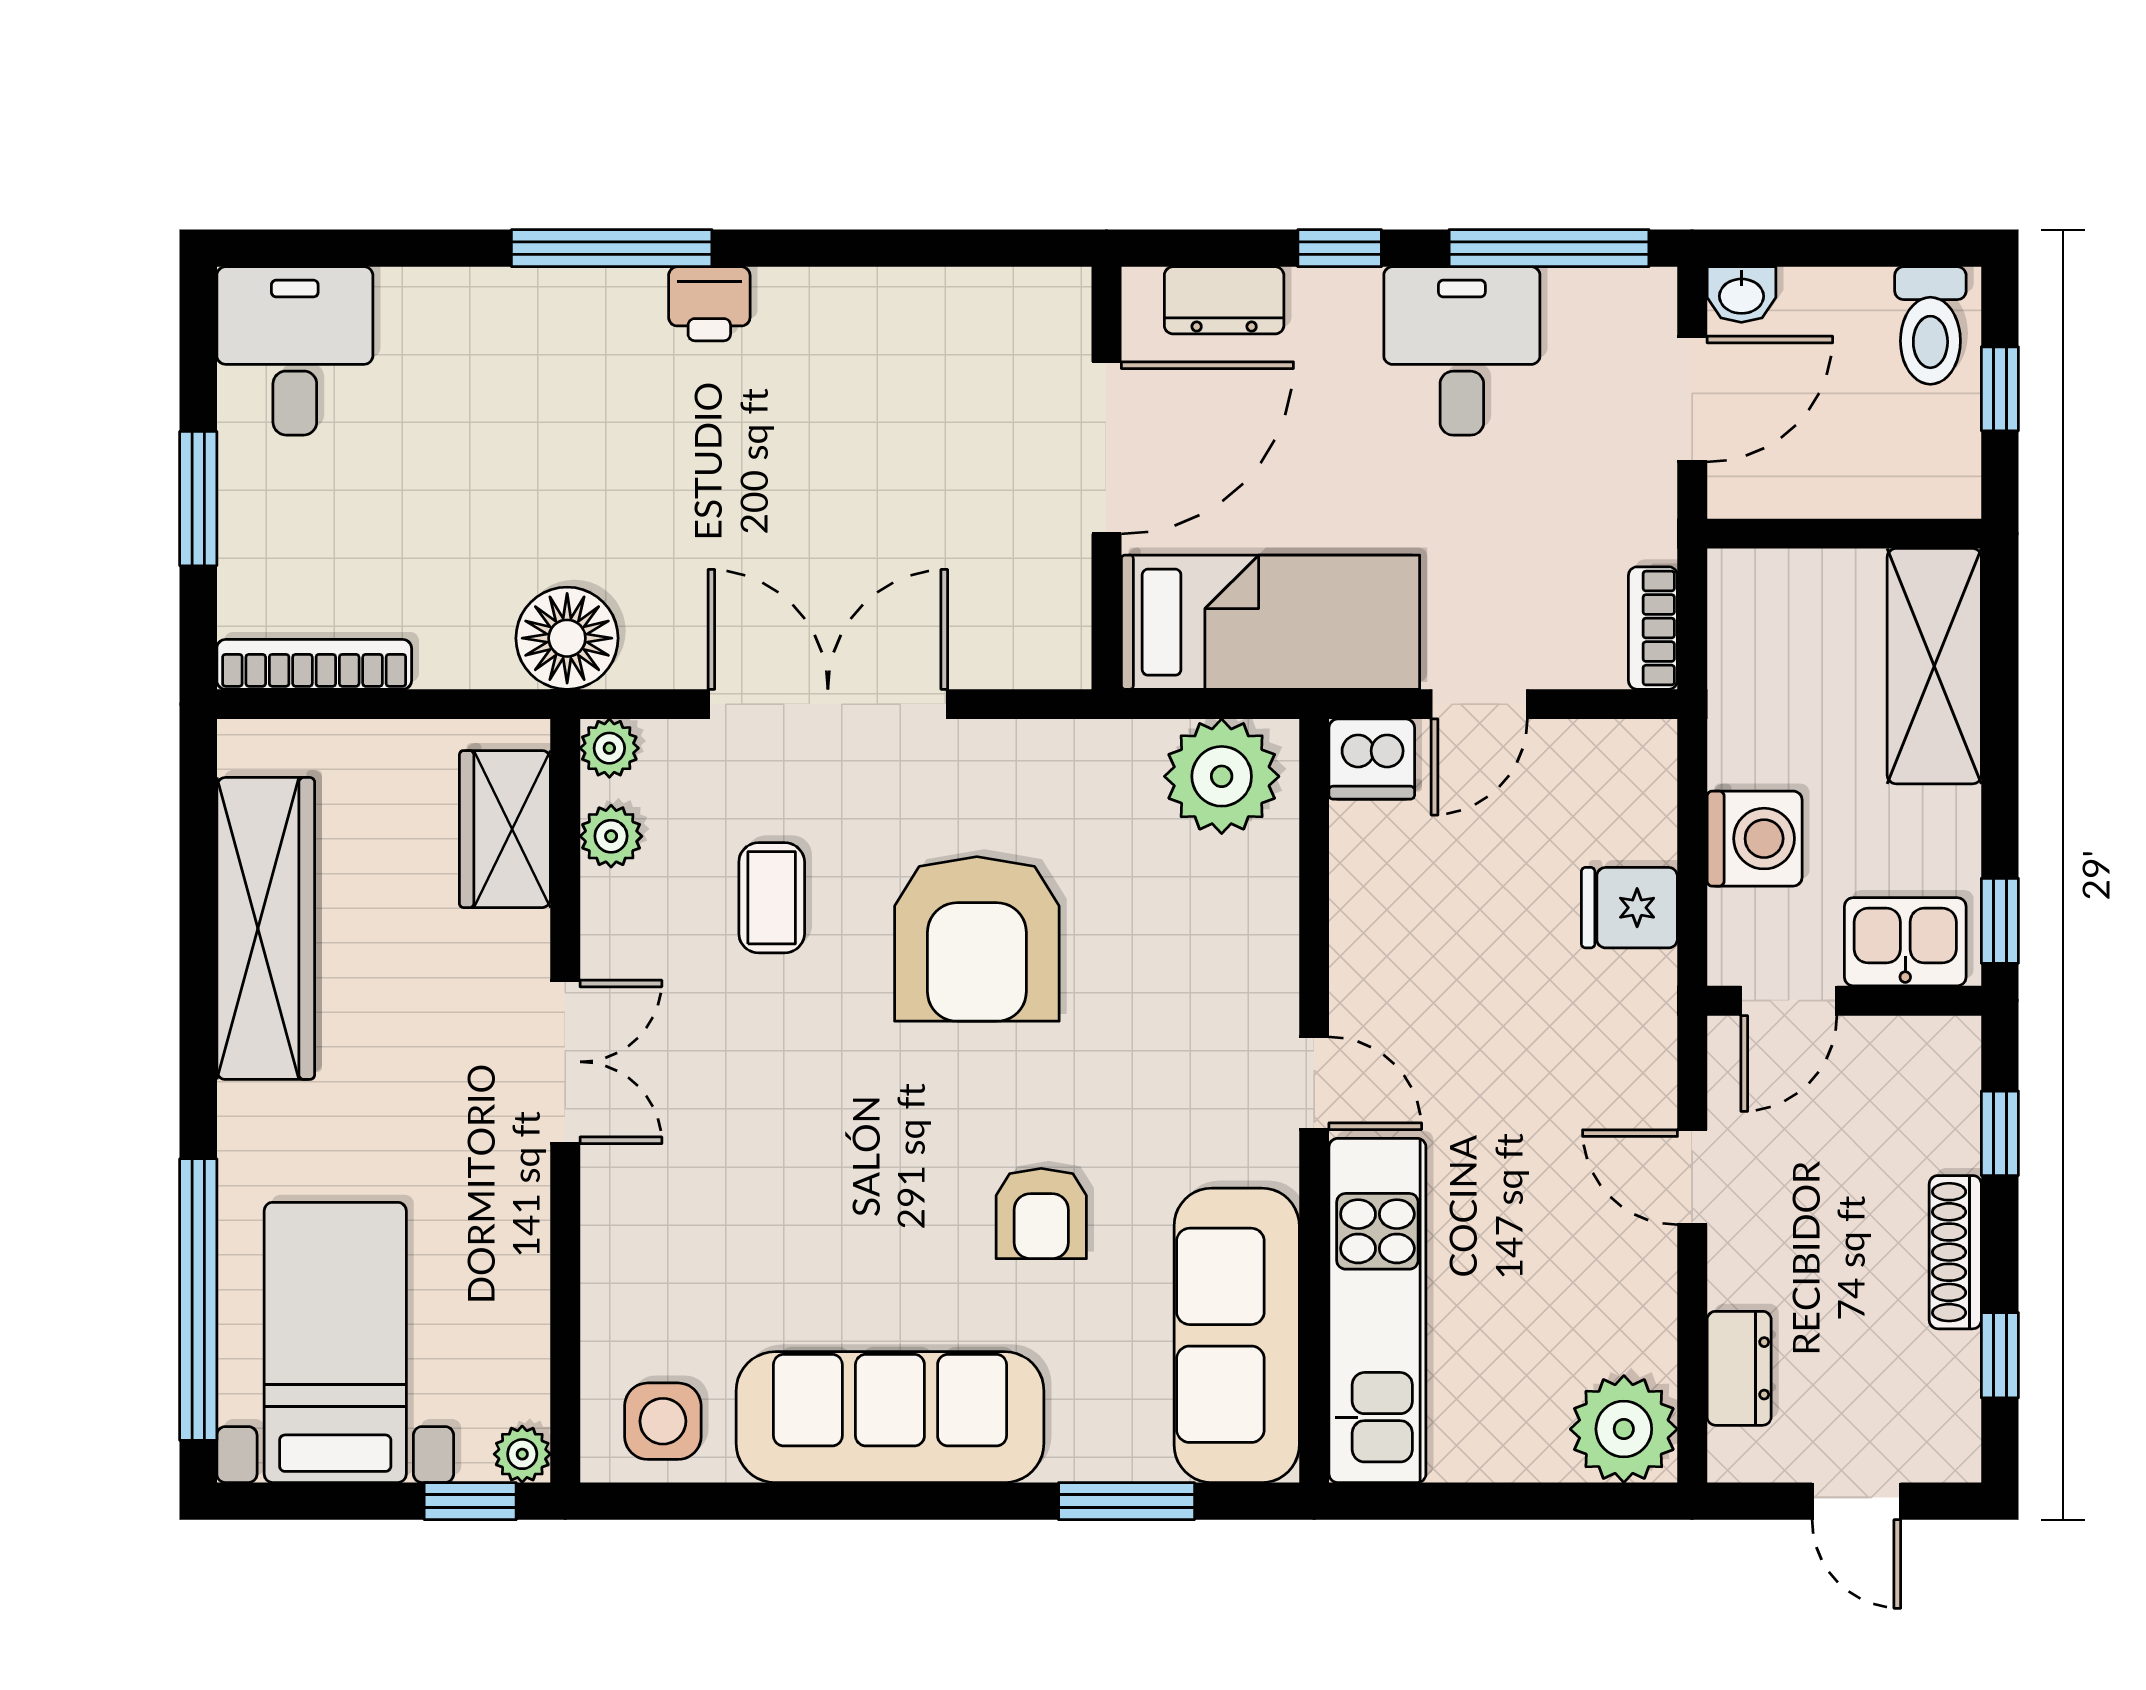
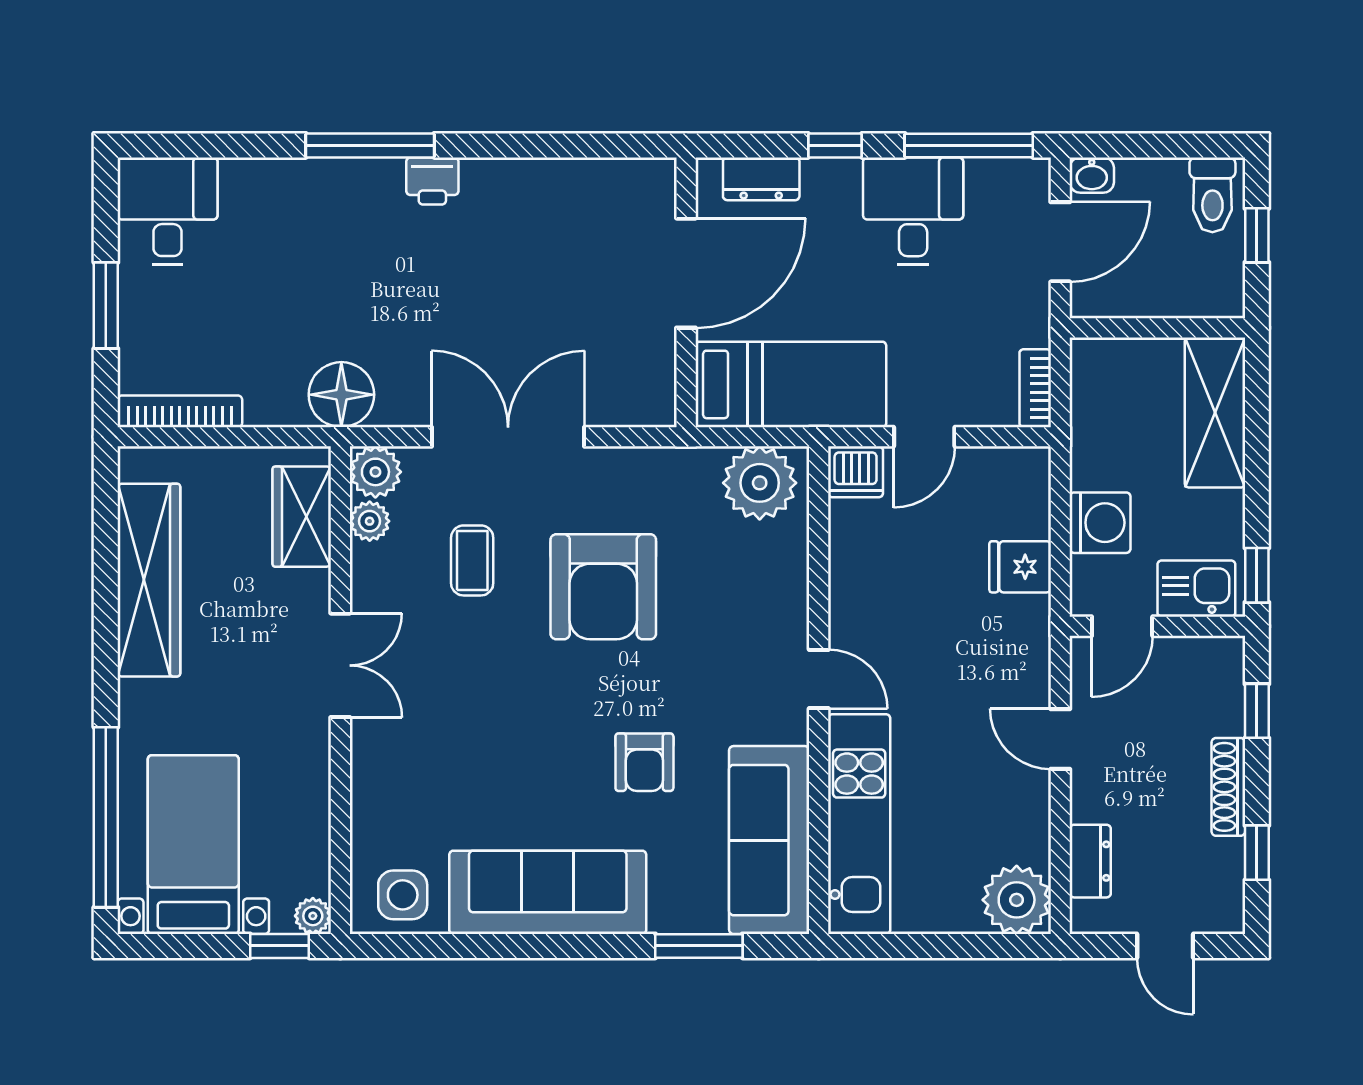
plant: (609, 748) -> (375, 472), width x1.38, depth x1.38

